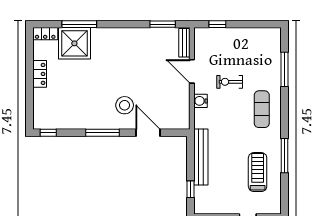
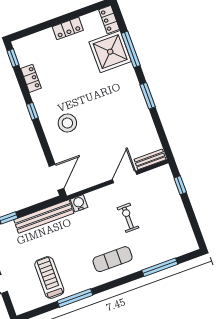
window: (163, 24) -> (148, 96), moved
water cooler: (201, 101) -> (79, 203), moved
locker: (73, 123) -> (31, 78), added
window: (102, 133) -> (32, 111), width x0.46
door: (148, 133) -> (56, 177), moved
treadmill: (258, 172) -> (49, 278), turned -90

